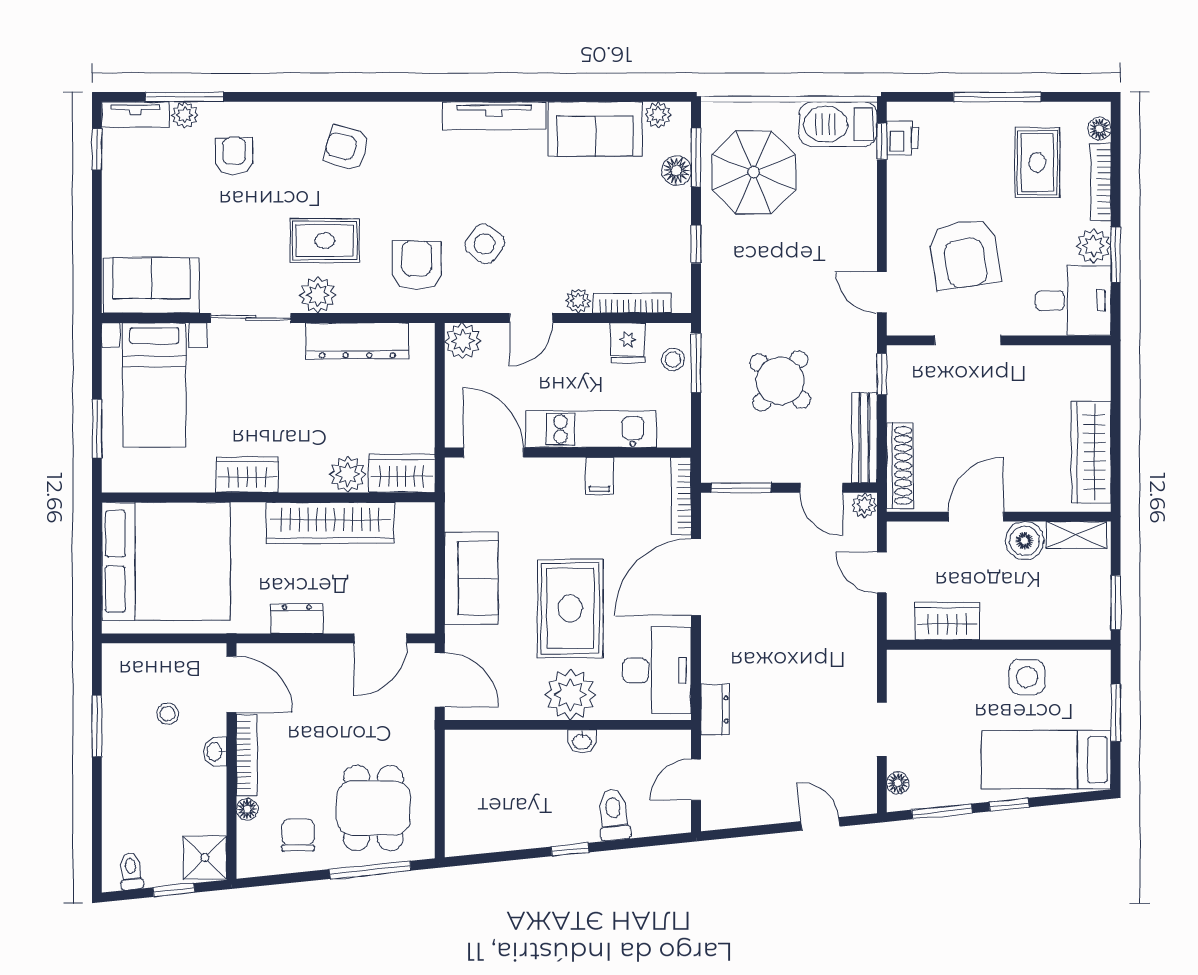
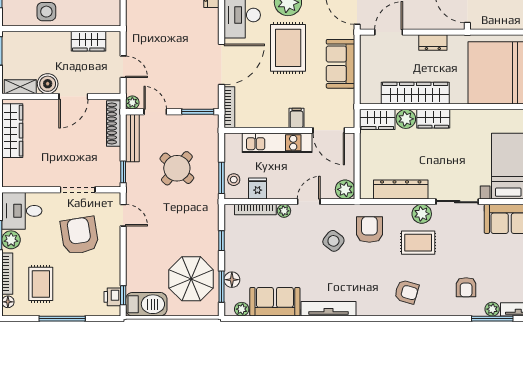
armchair: (417, 265) -> (369, 230), turned 180
wardrobe: (247, 475) -> (433, 119), moved
filing cabinet: (600, 476) -> (297, 118), moved

